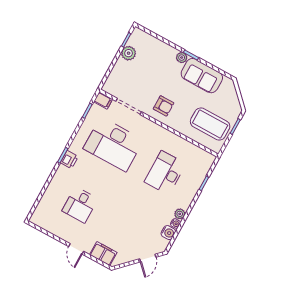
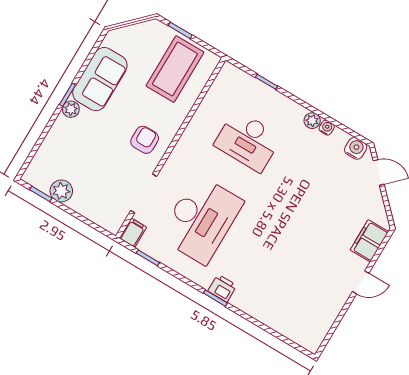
desk: (80, 205) -> (293, 274), removed
water cooler: (168, 233) -> (356, 148), moved

